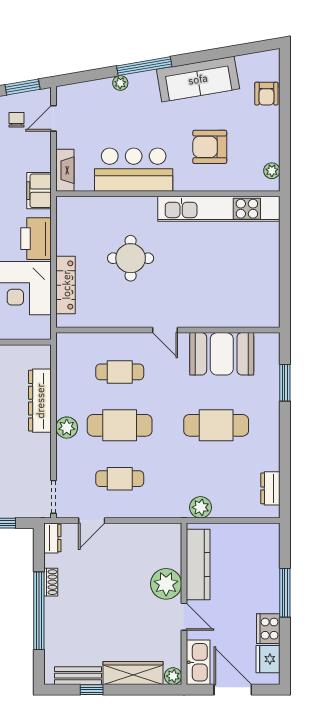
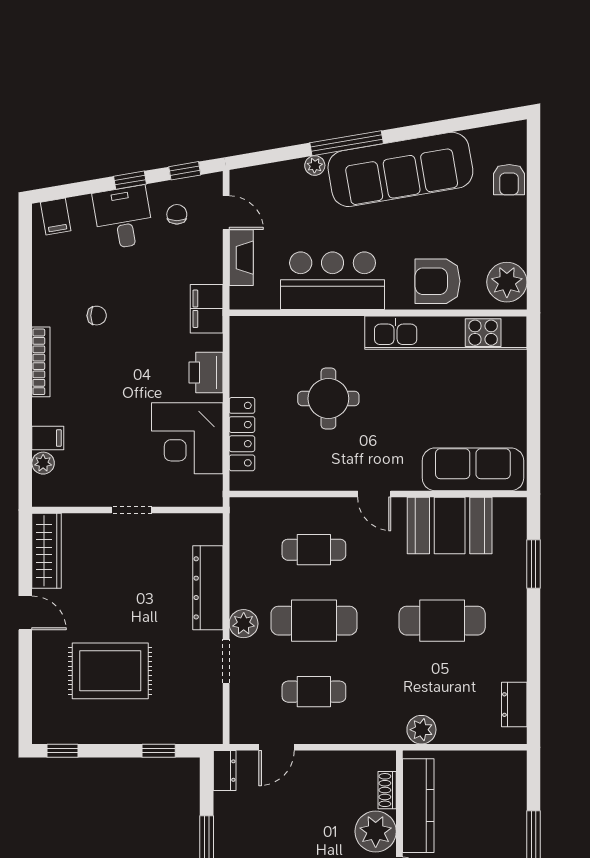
sofa: (198, 79) -> (400, 169), width x1.36, depth x1.27
window: (22, 87) -> (185, 171), width x0.67
door: (54, 118) -> (226, 213), swing flipped
armchair: (210, 147) -> (438, 281), moved
fireplace: (65, 170) -> (241, 258), moved
plant: (272, 171) -> (507, 282), width x1.88, depth x1.88
printer: (36, 239) -> (206, 372), width x0.73, depth x0.84
sofa: (239, 311) -> (473, 469), added
doorway: (54, 497) -> (226, 661), moved
shoe rack: (51, 582) -> (387, 790), moved, turned 180

